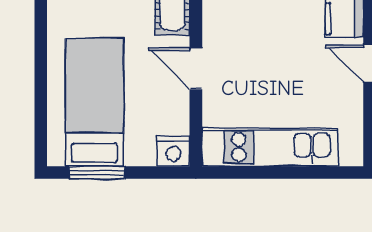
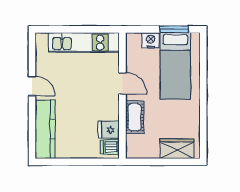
nightstand: (173, 151) -> (151, 40), moved

